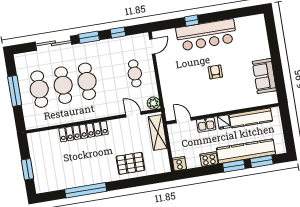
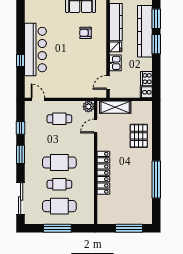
sliding door: (53, 43) -> (21, 199), moved
armchair: (215, 72) -> (86, 33), moved
cafe table: (63, 85) -> (59, 184), width x0.73, depth x0.74
cooker: (209, 159) -> (146, 79), moved
window: (28, 169) -> (129, 228), width x1.44

